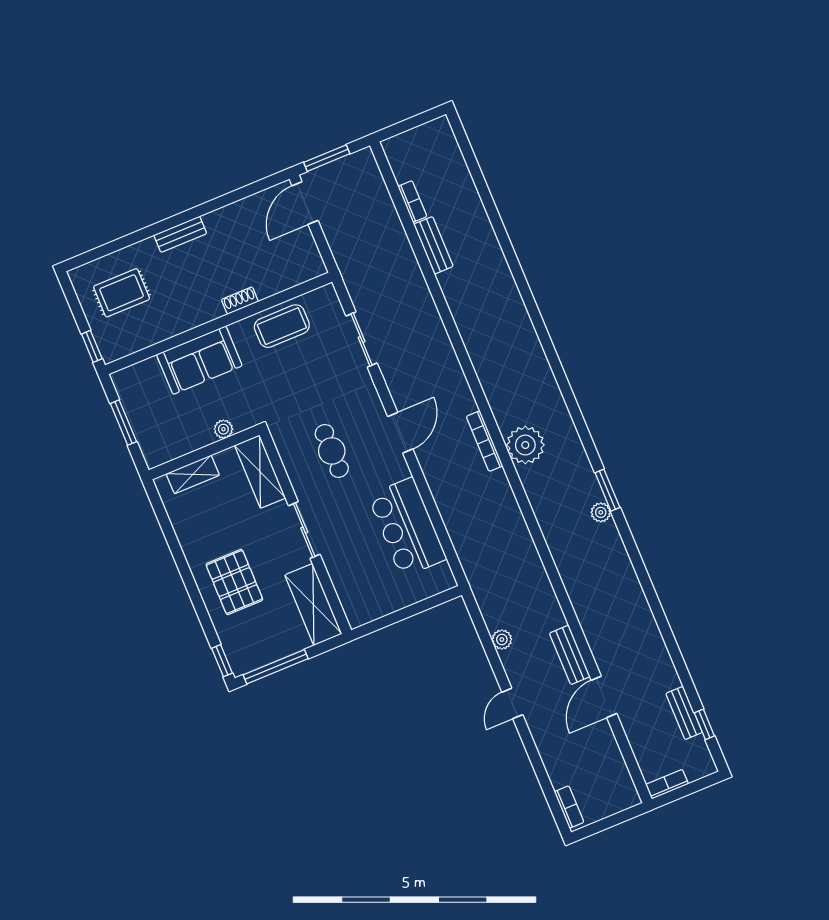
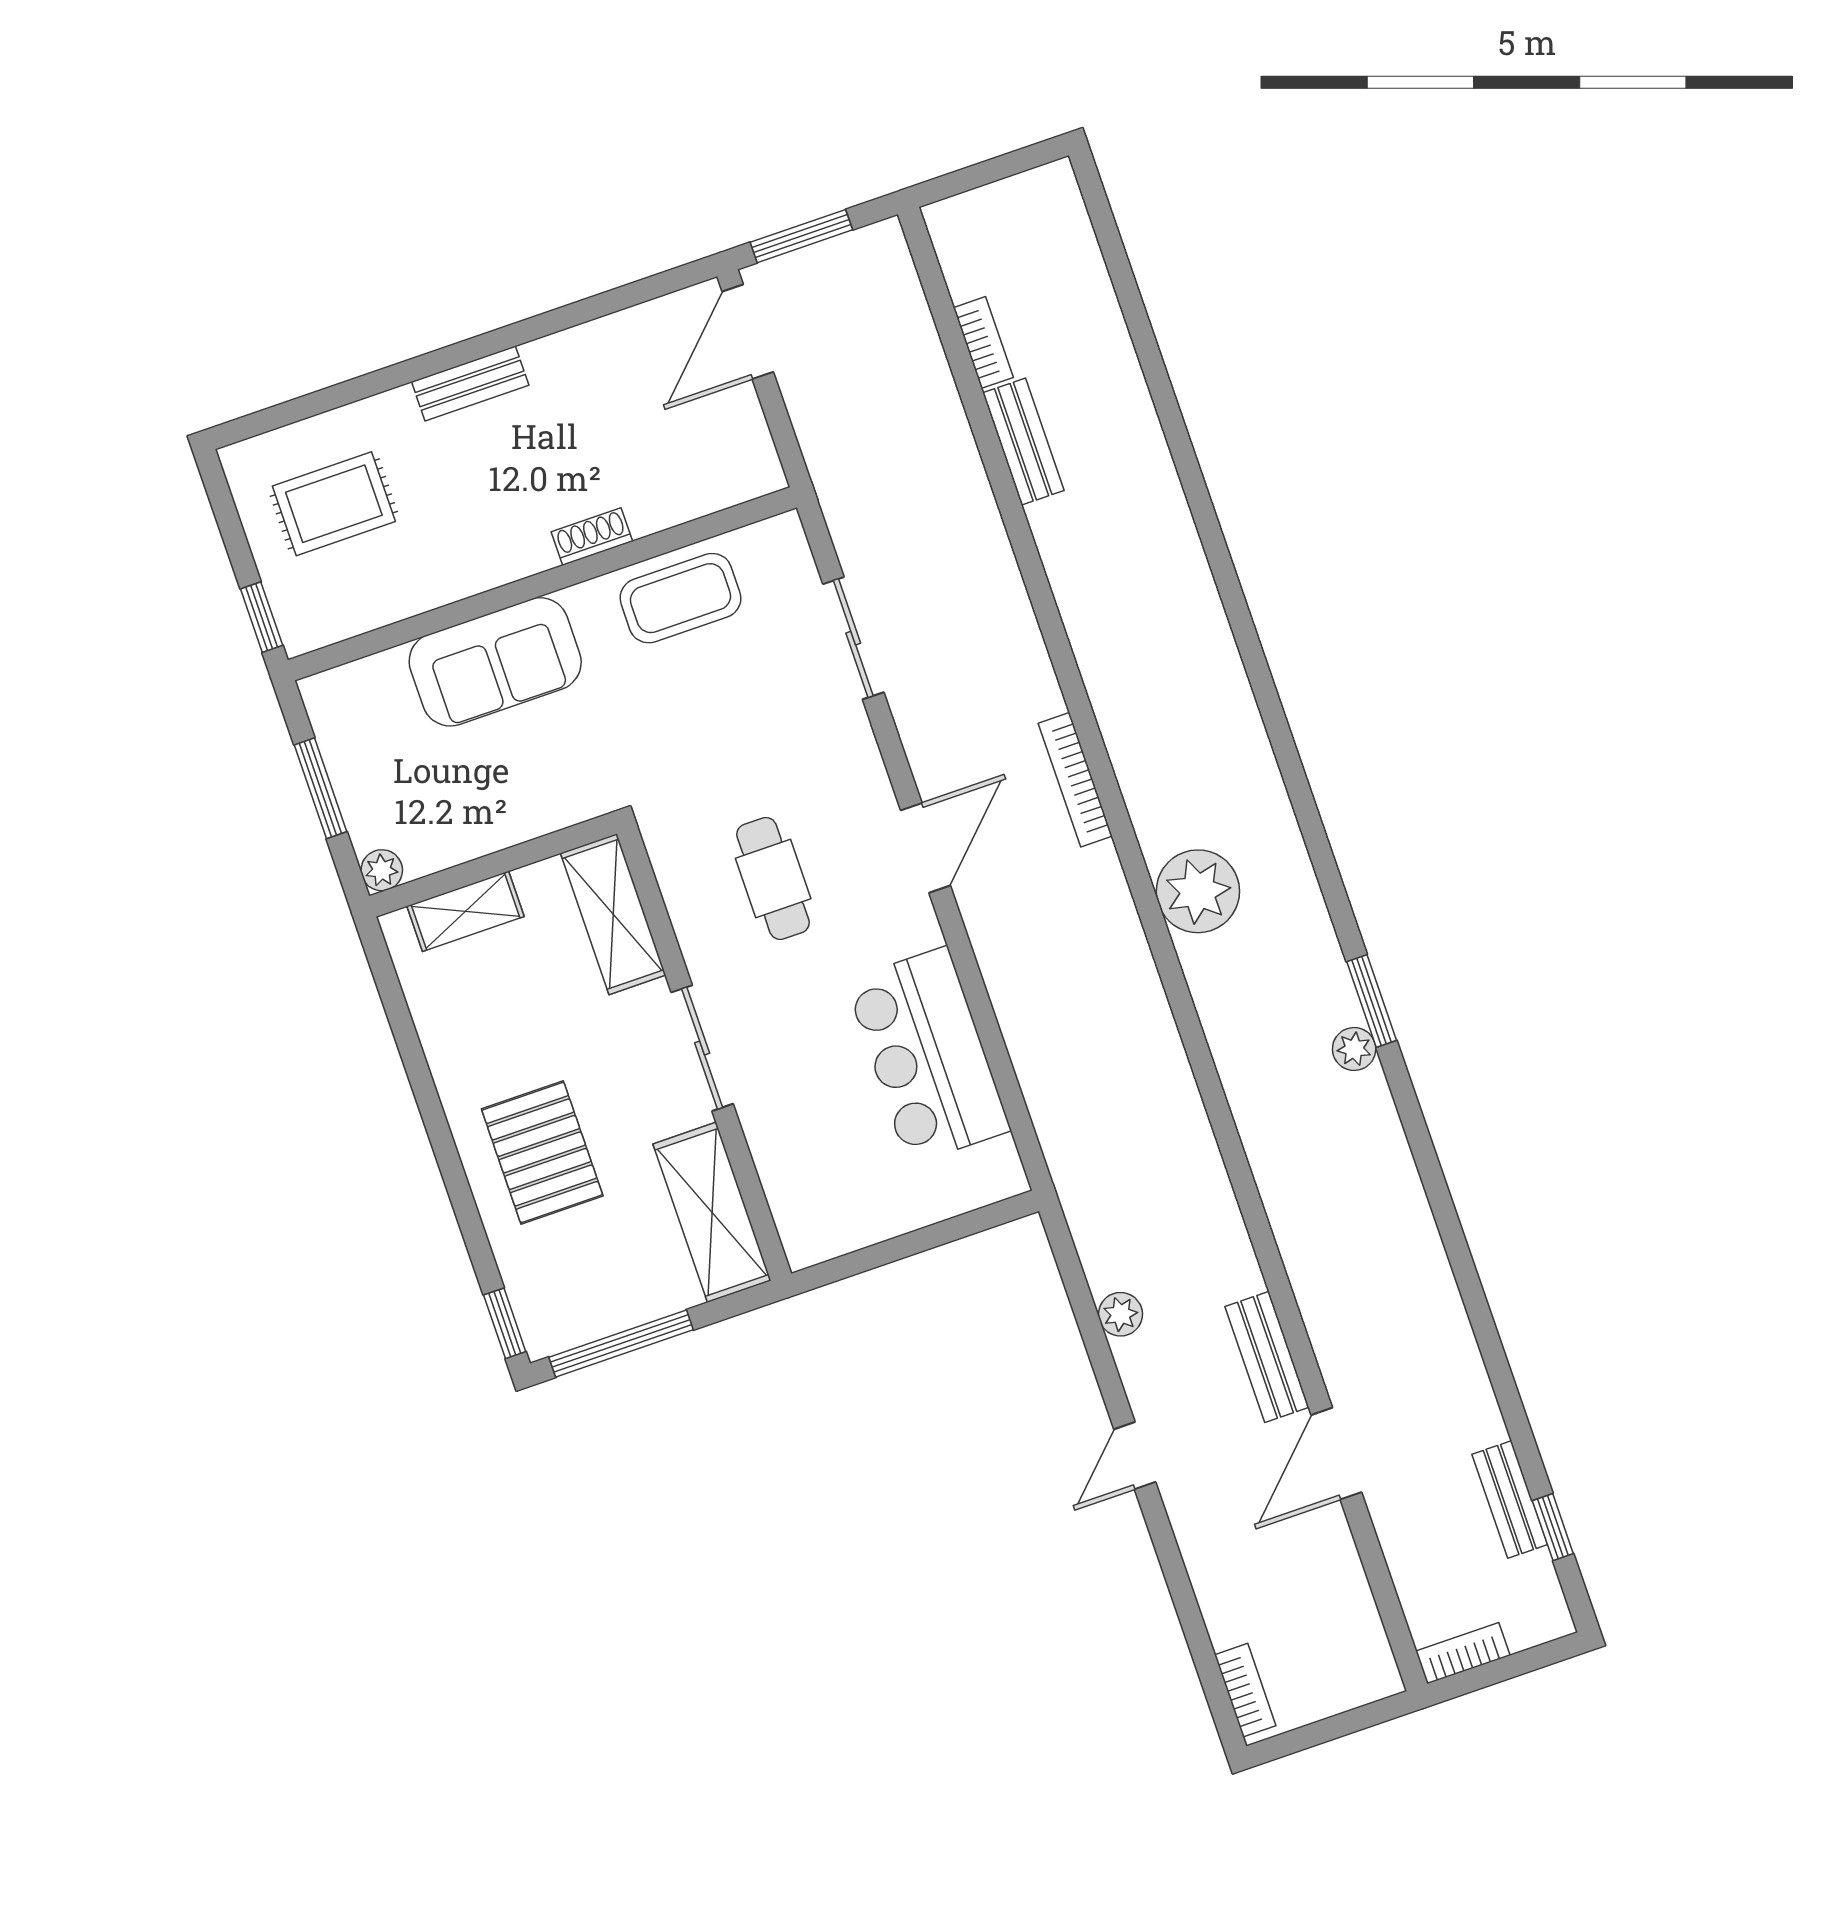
plant: (223, 429) -> (382, 870), moved
bookcase: (484, 441) -> (1075, 780), moved

